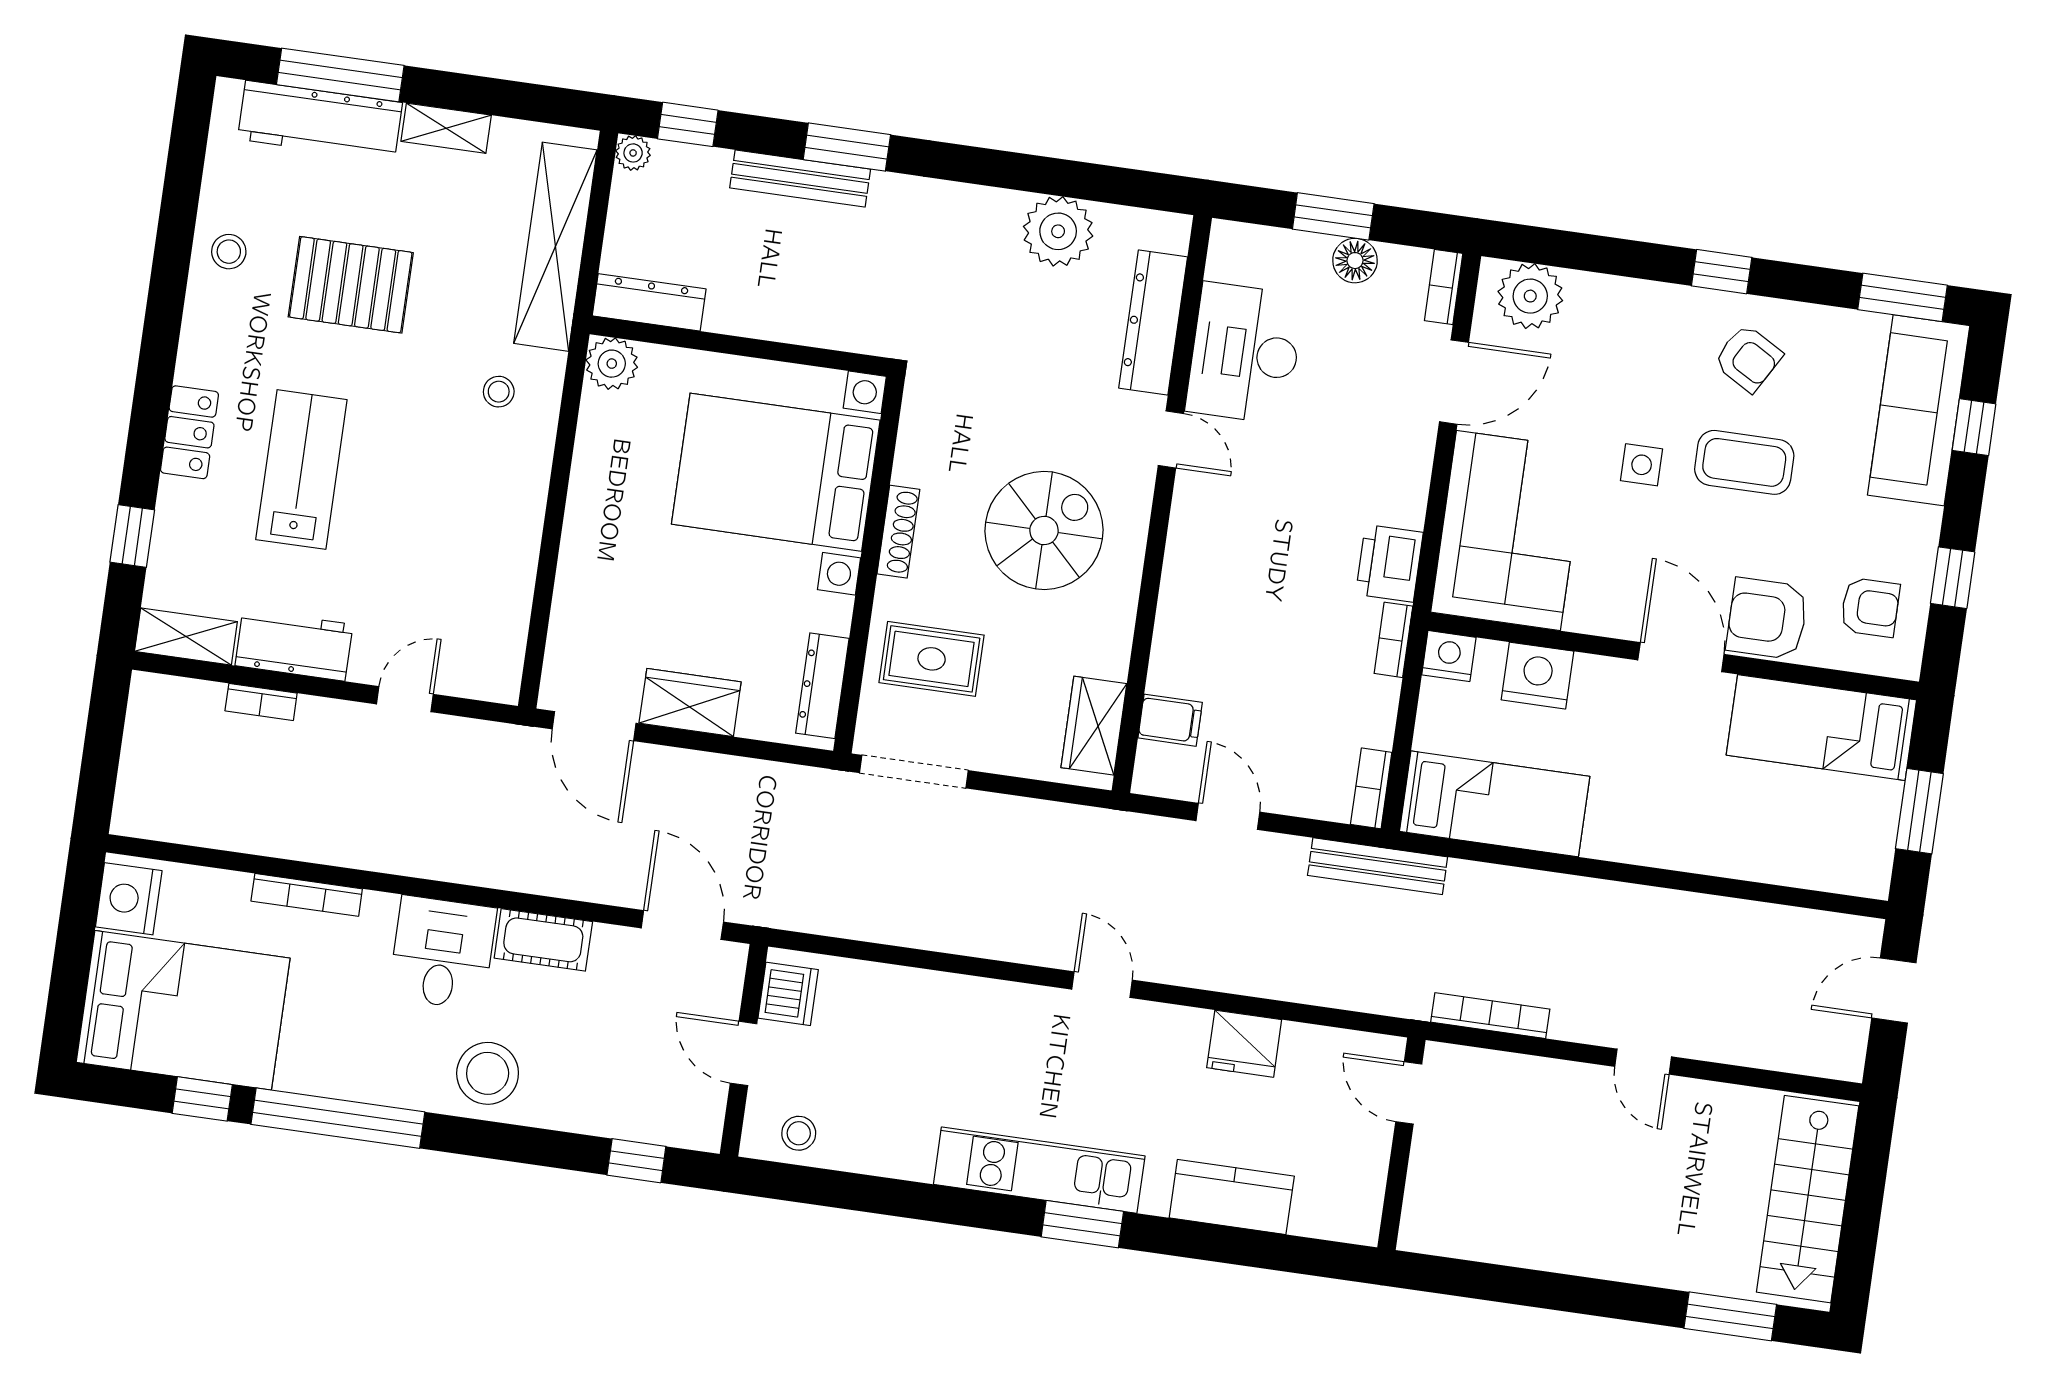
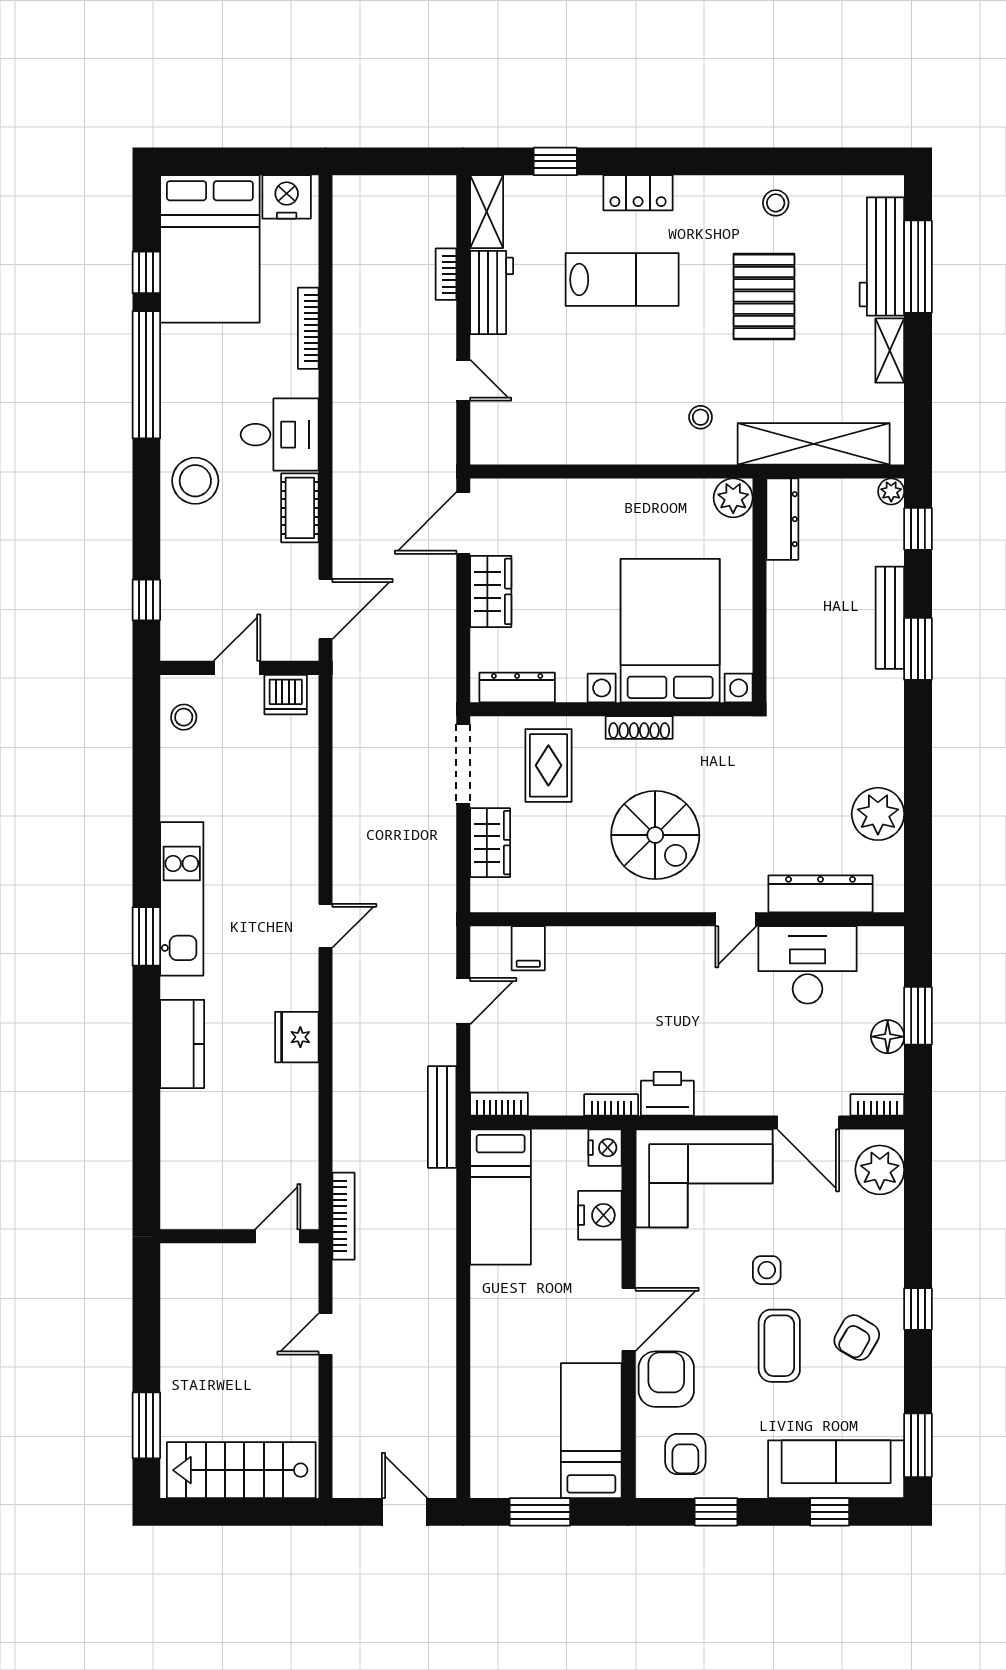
wardrobe: (1094, 726) -> (490, 843), moved, turned 90
door: (1409, 1093) -> (278, 1236), moved
wall: (1401, 1144) -> (239, 1236), moved

